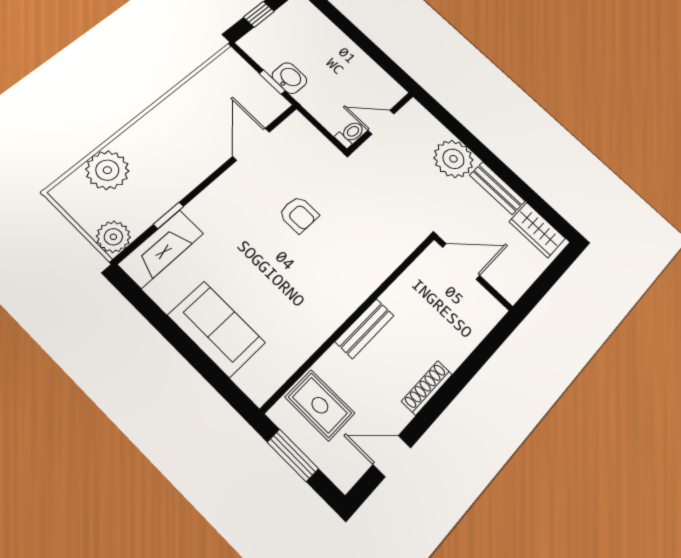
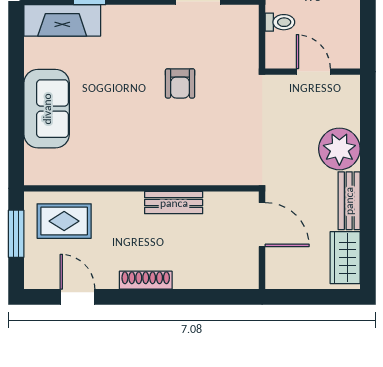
toilet: (350, 134) -> (280, 22), moved
bench: (365, 329) -> (174, 203), moved
rug: (320, 405) -> (64, 221), turned 90

